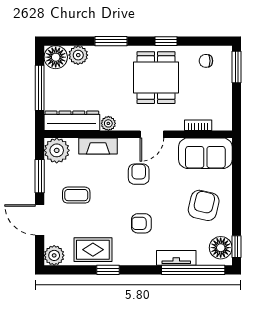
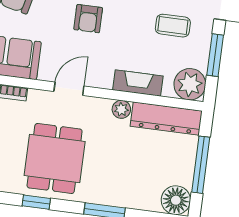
plant: (78, 55) -> (148, 199), removed
armchair: (139, 174) -> (88, 19), moved

